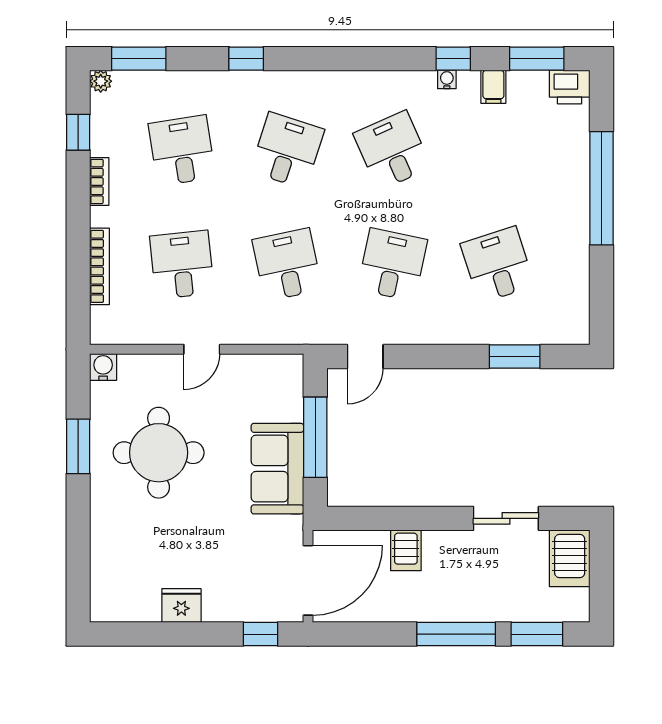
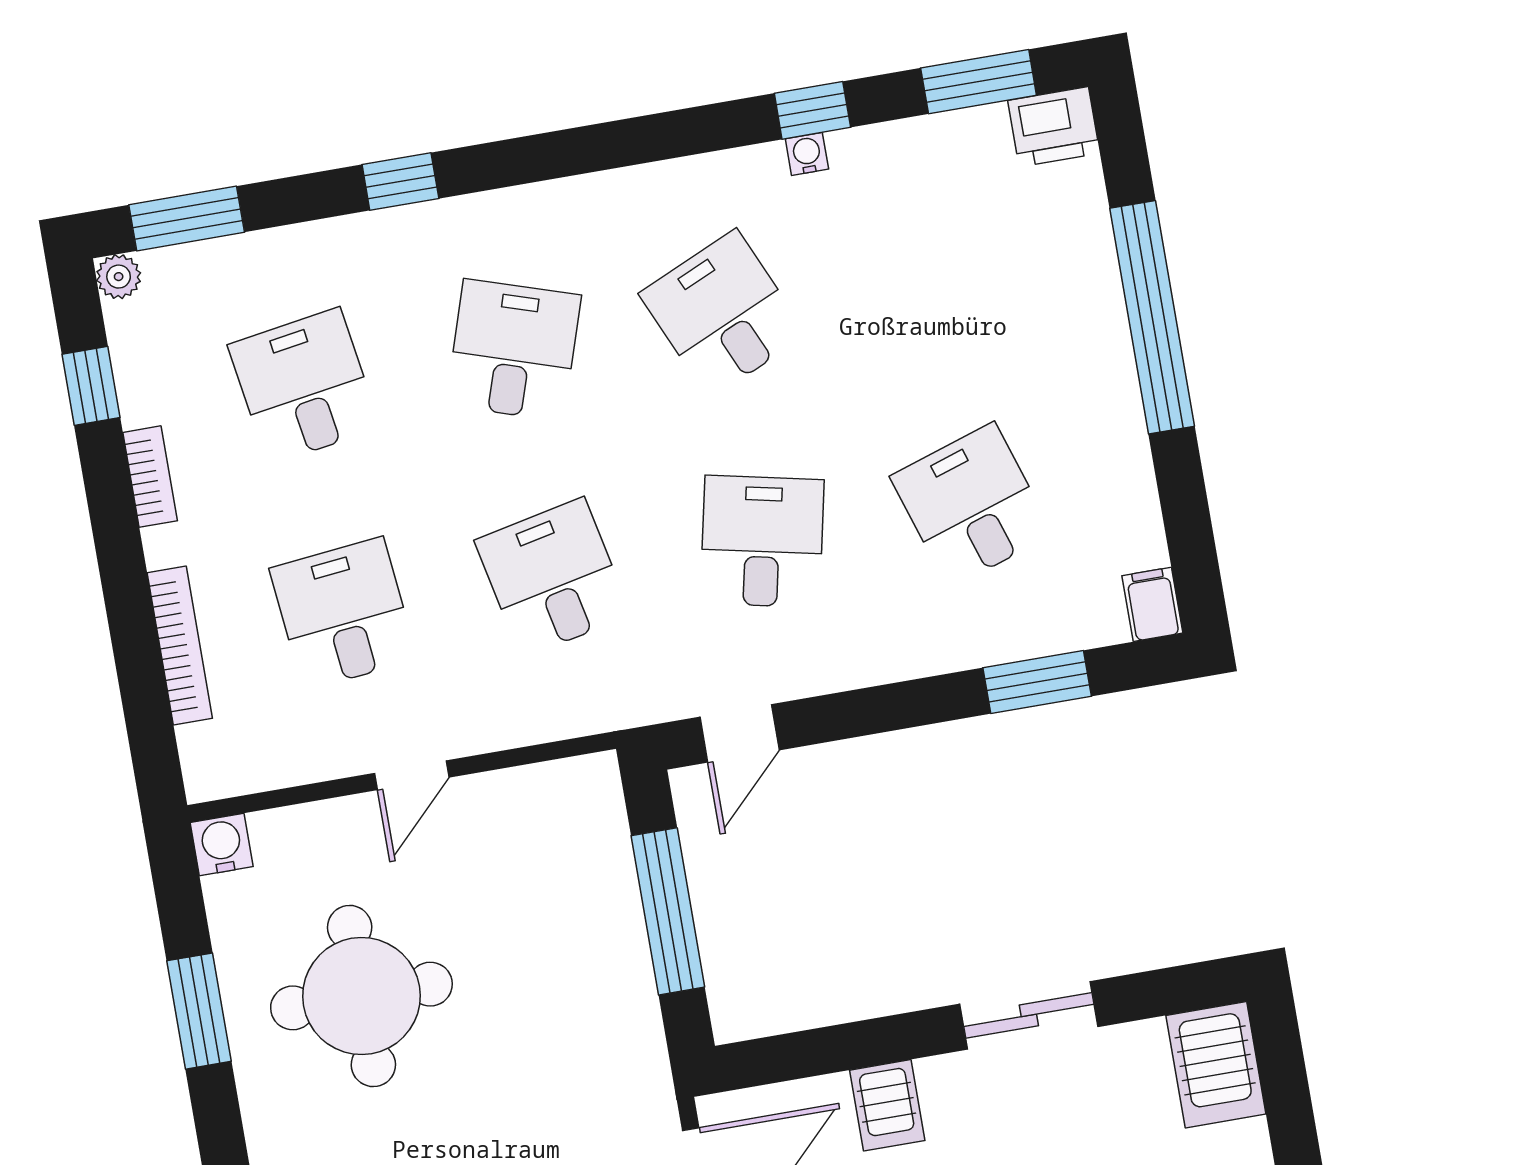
filing cabinet: (493, 87) -> (1152, 604), moved, turned 180
sofa: (277, 469) -> (603, 987), removed
sliding door: (506, 518) -> (1029, 1015), moved

